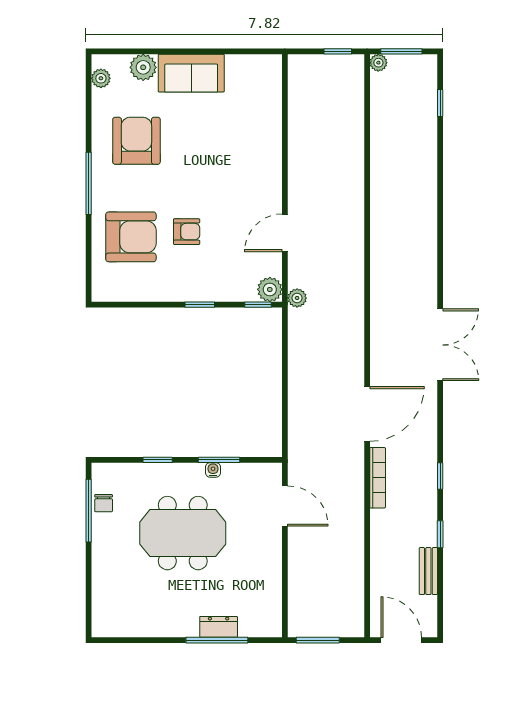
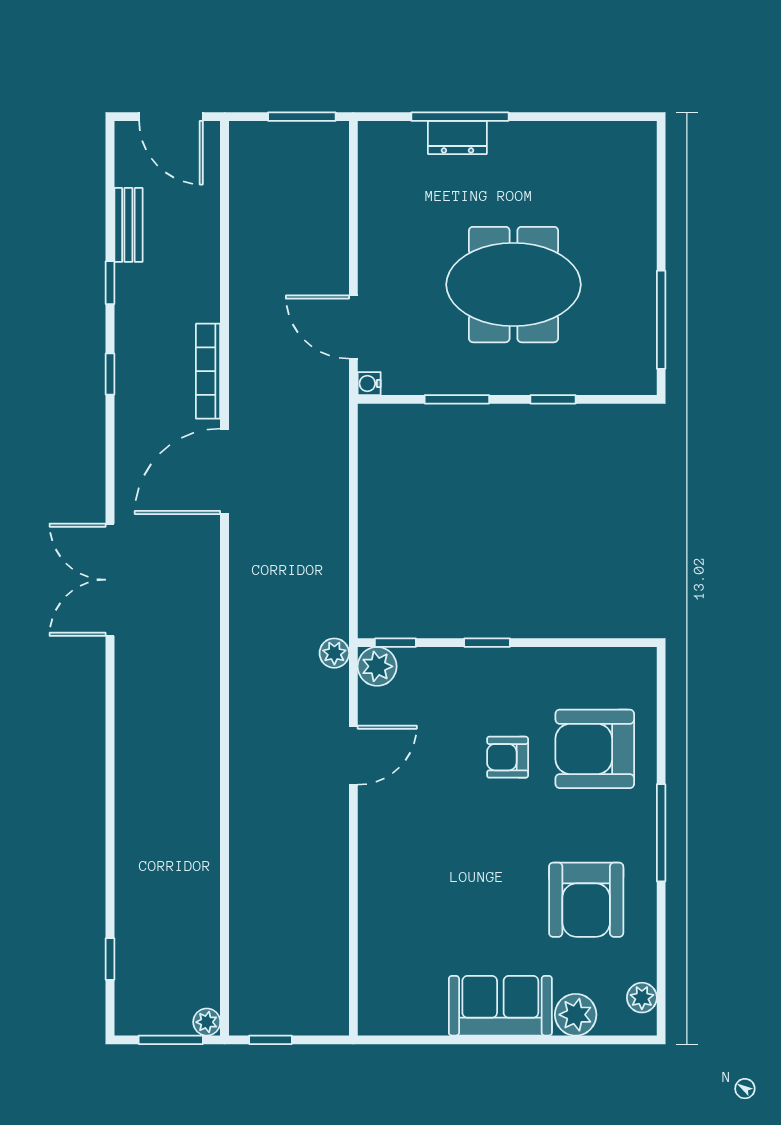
water cooler: (213, 470) -> (369, 384), moved, turned 90
chair: (104, 503) -> (638, 331), removed

